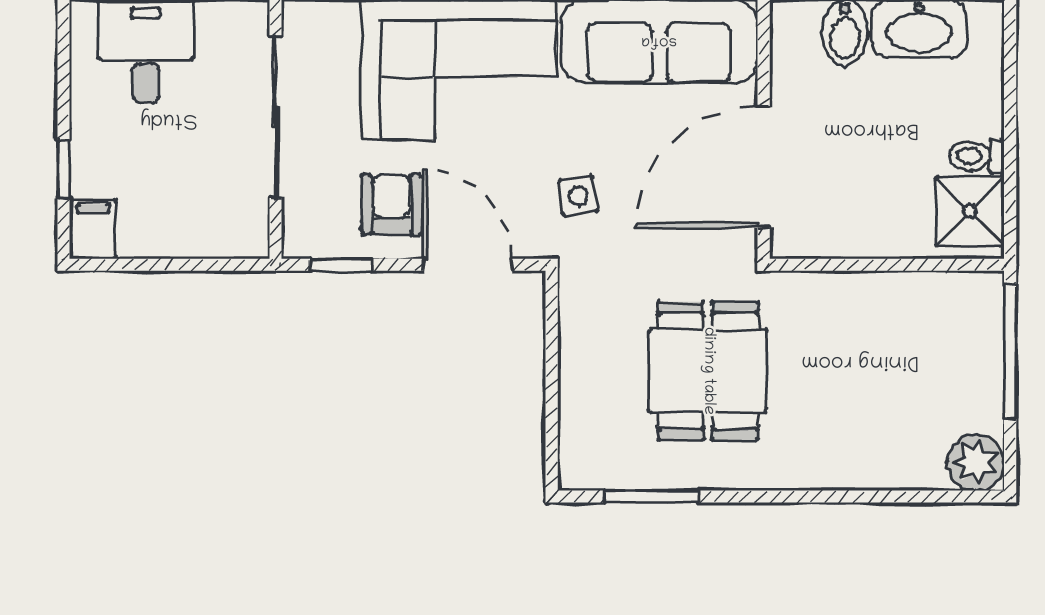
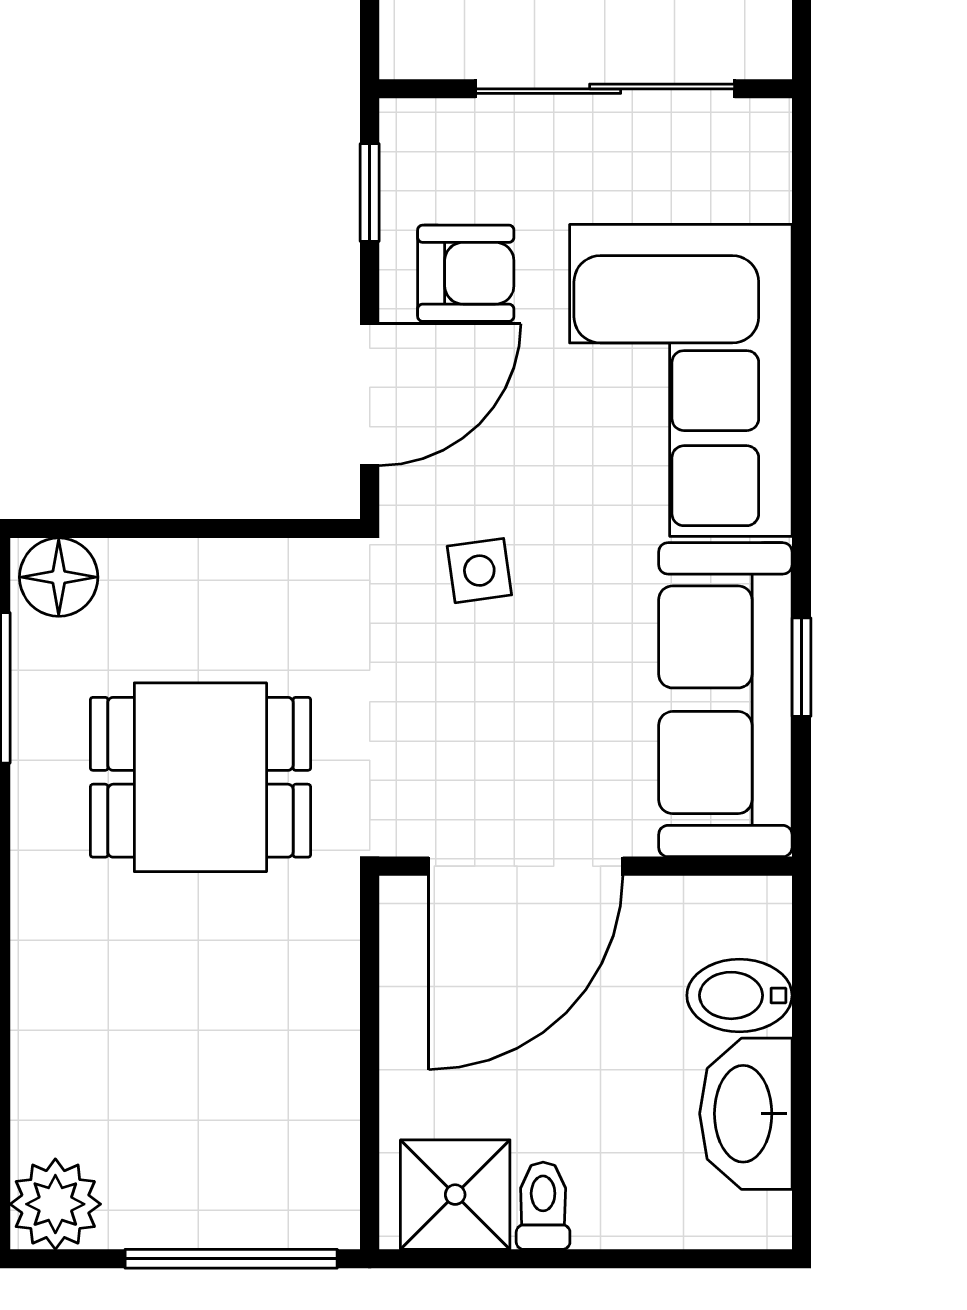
door: (764, 167) -> (526, 866), swing flipped
floor lamp: (582, 460) -> (59, 577), added

